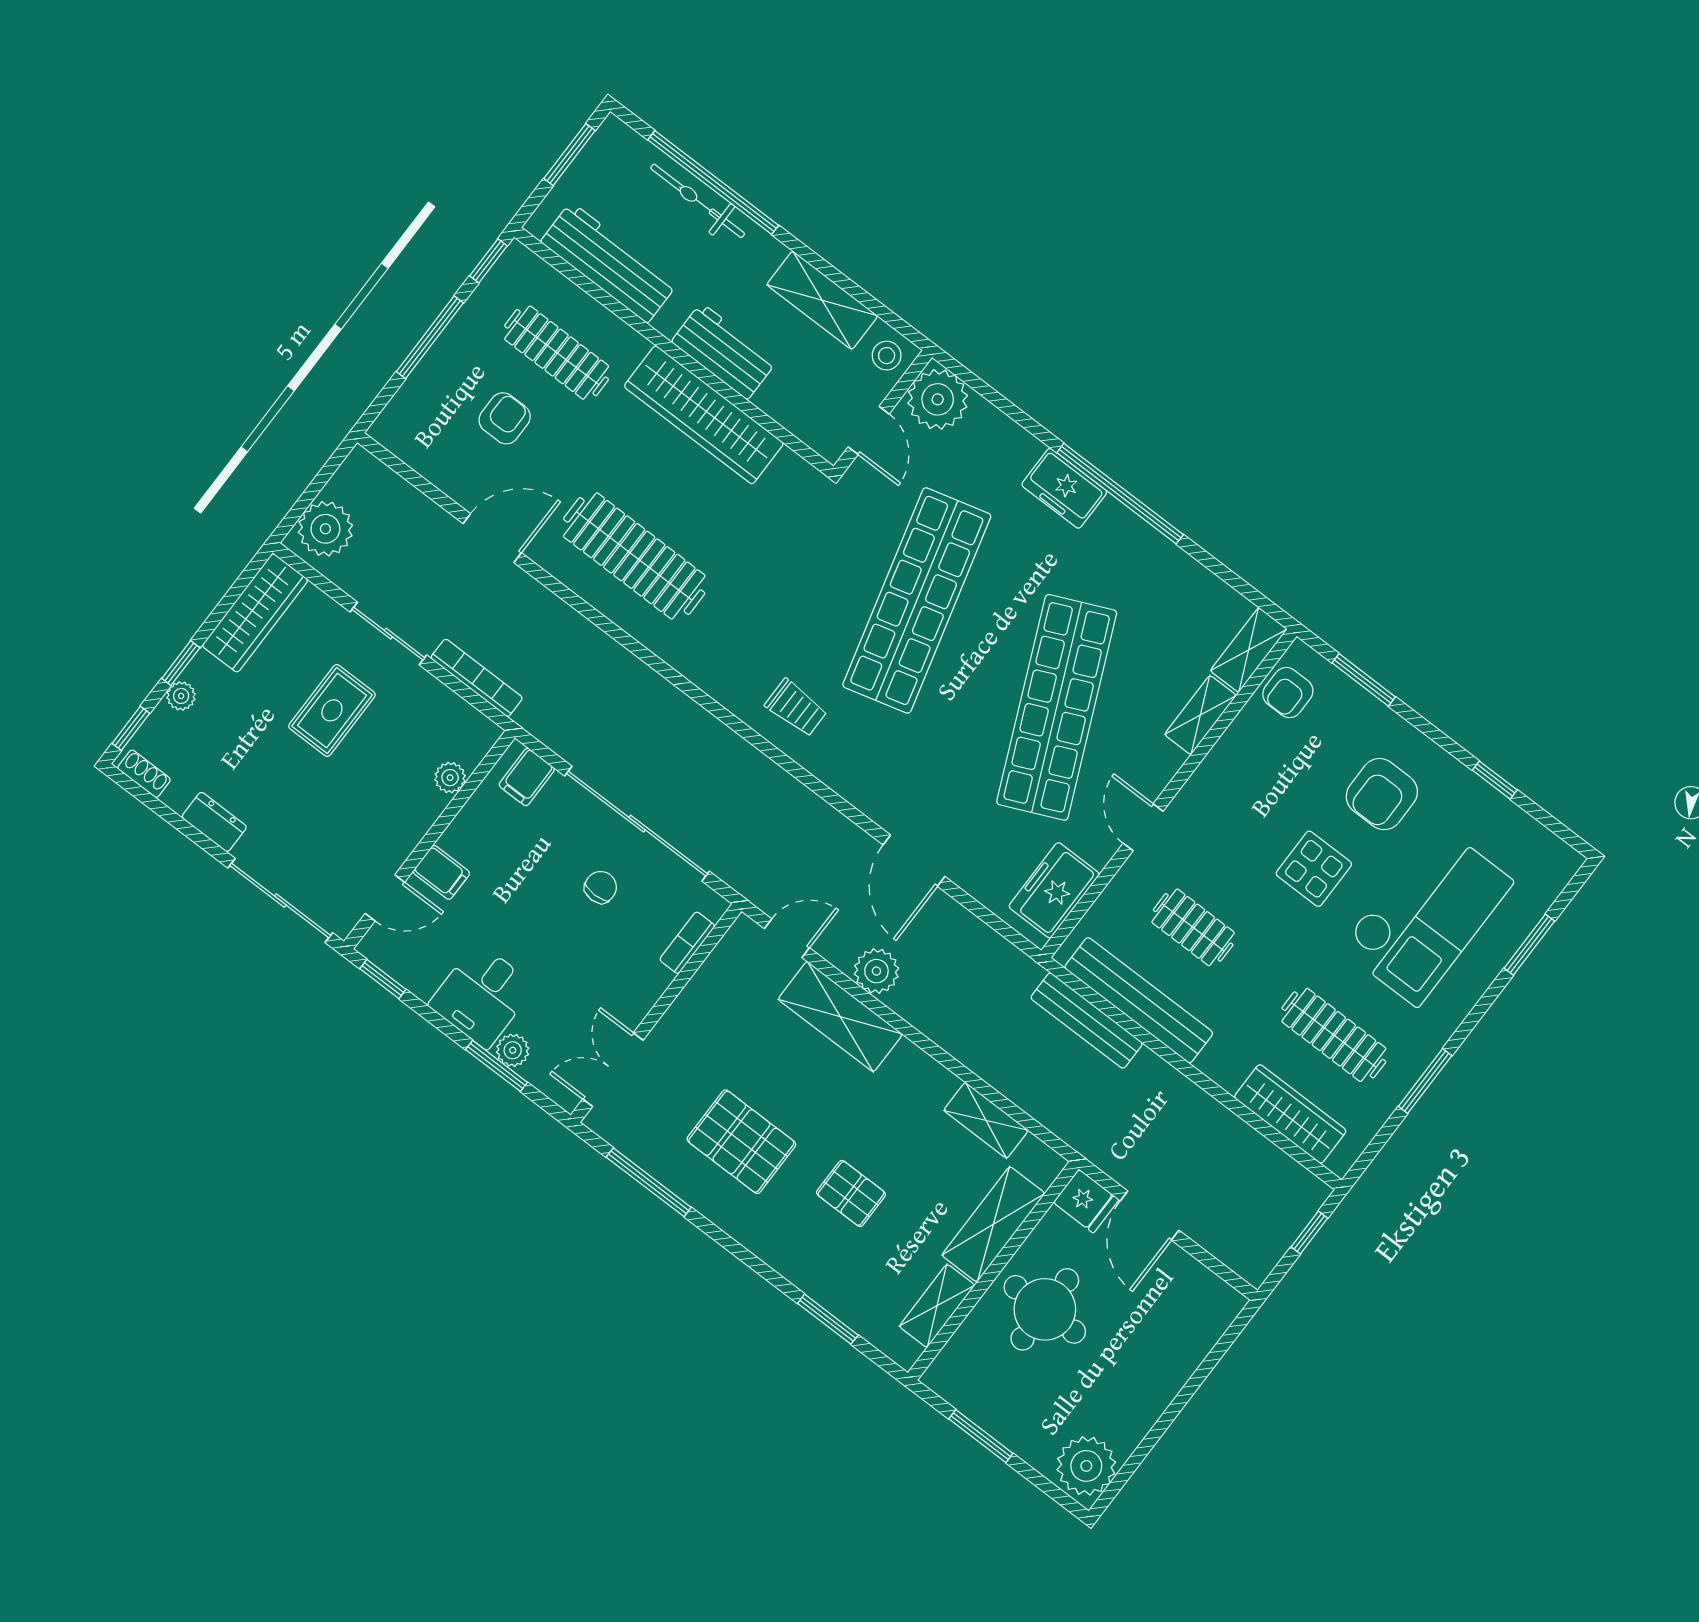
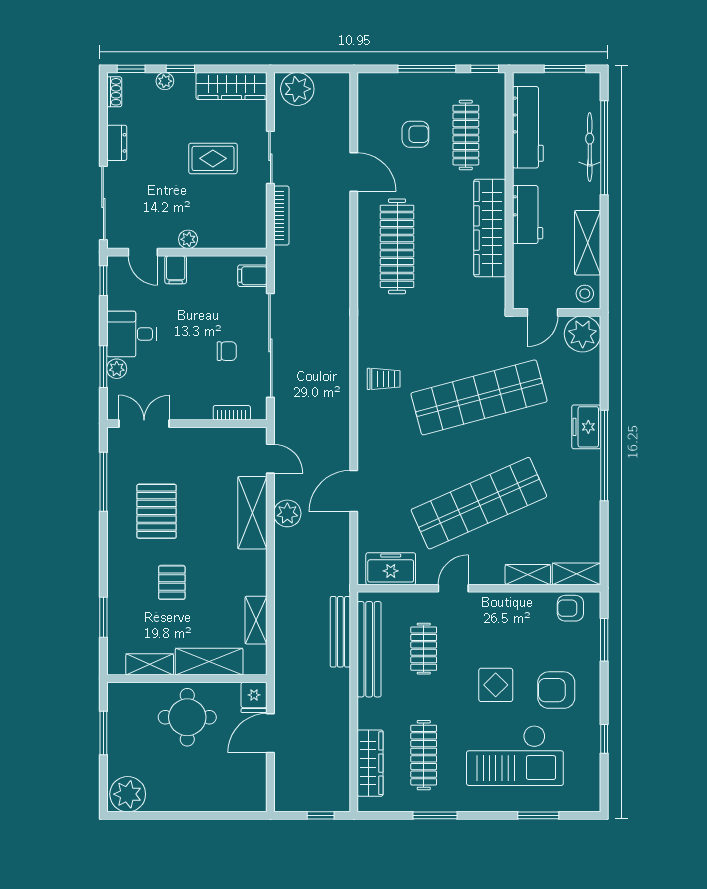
trolley: (796, 708) -> (384, 379), turned -90
plant: (450, 778) -> (188, 239), moved

